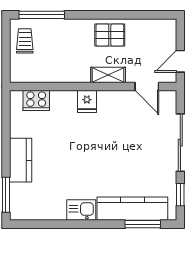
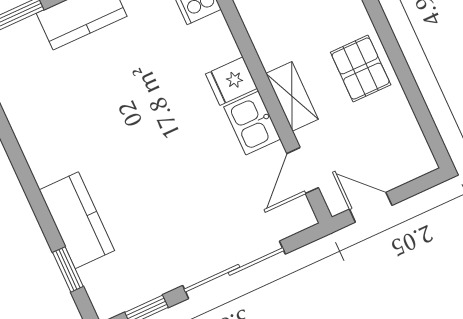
kitchen counter: (132, 209) -> (77, 220), width x0.67
kitchen sink: (81, 210) -> (252, 123), moved, turned 180
window: (143, 224) -> (68, 269), width x0.67

